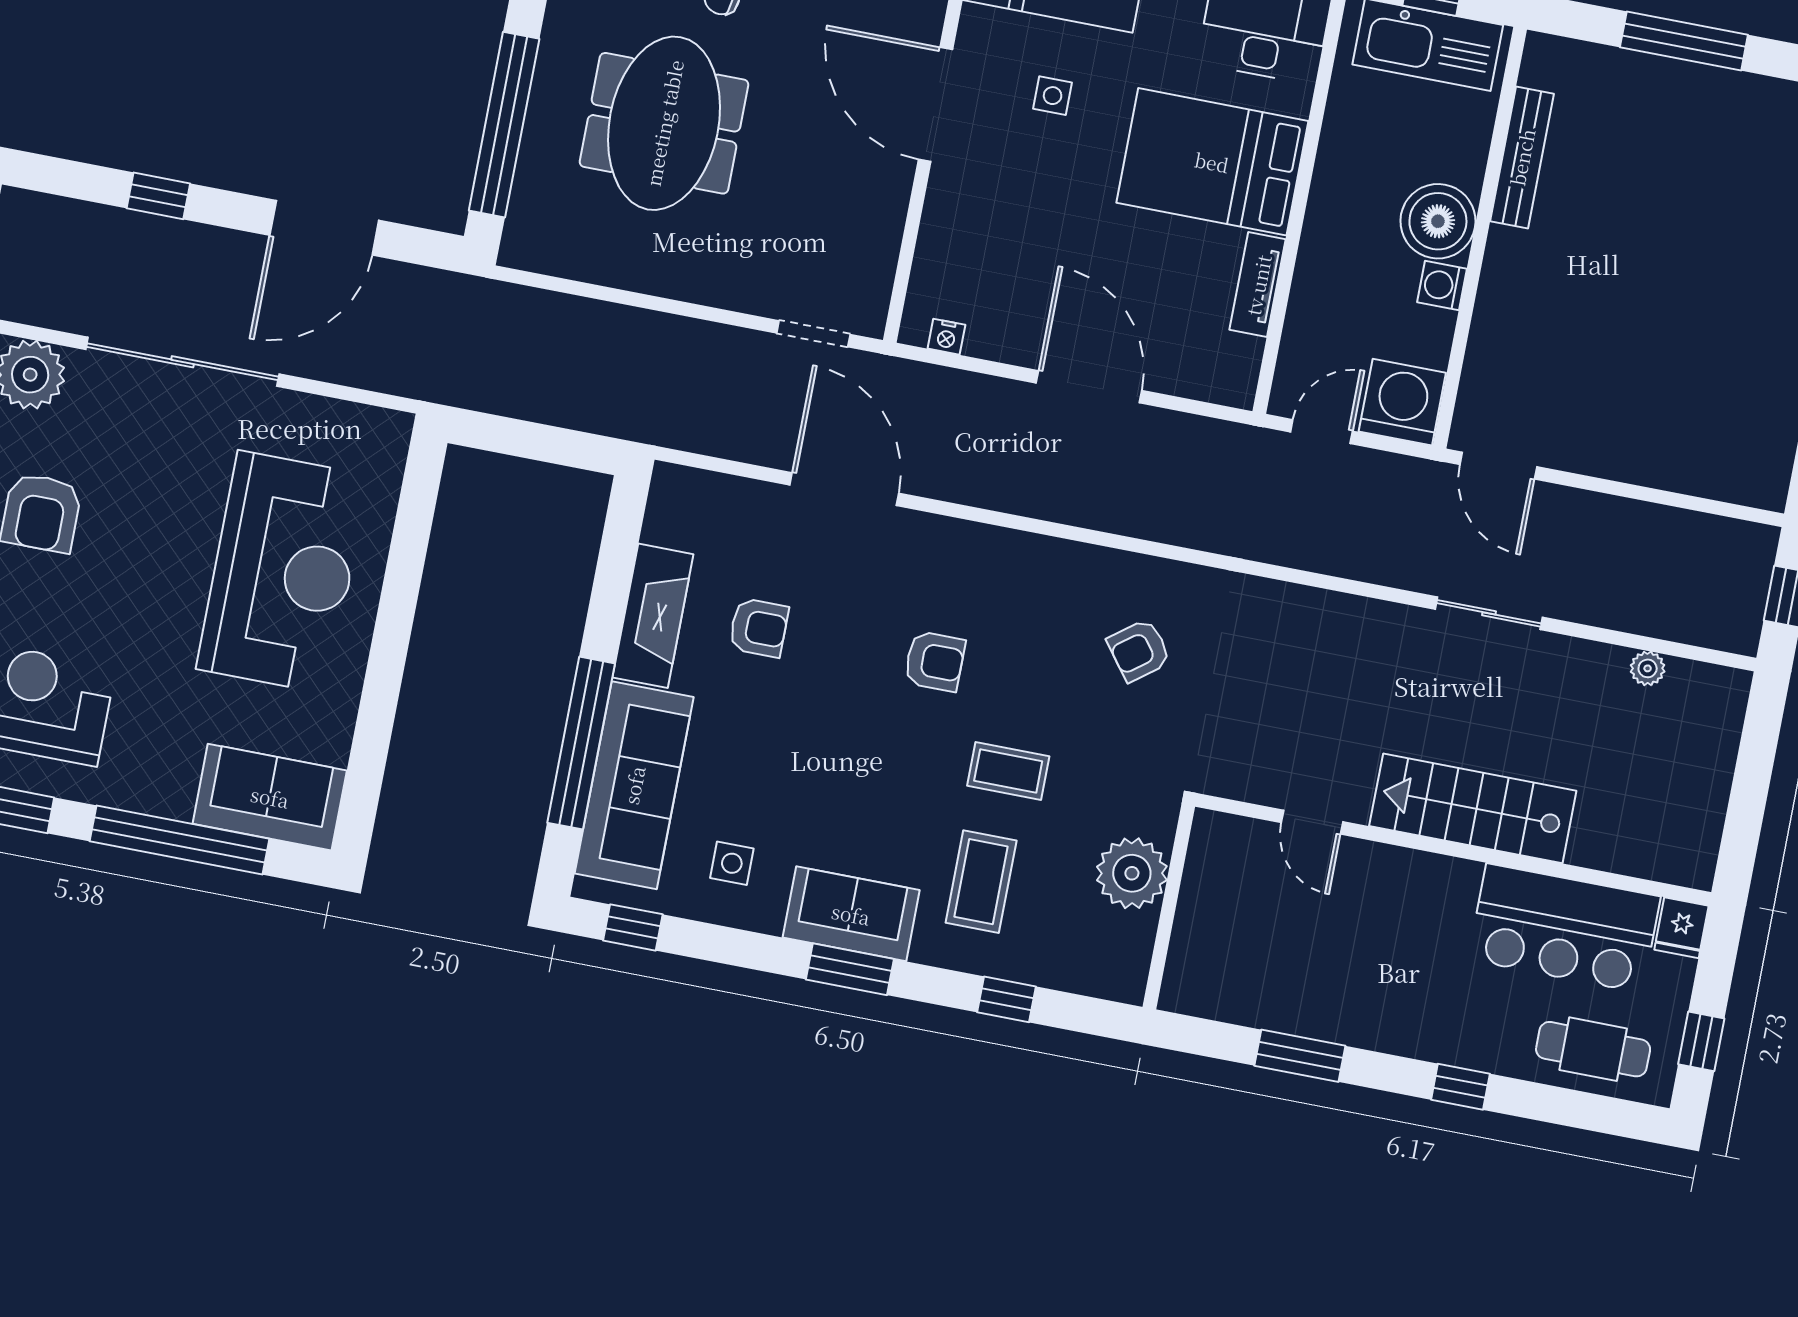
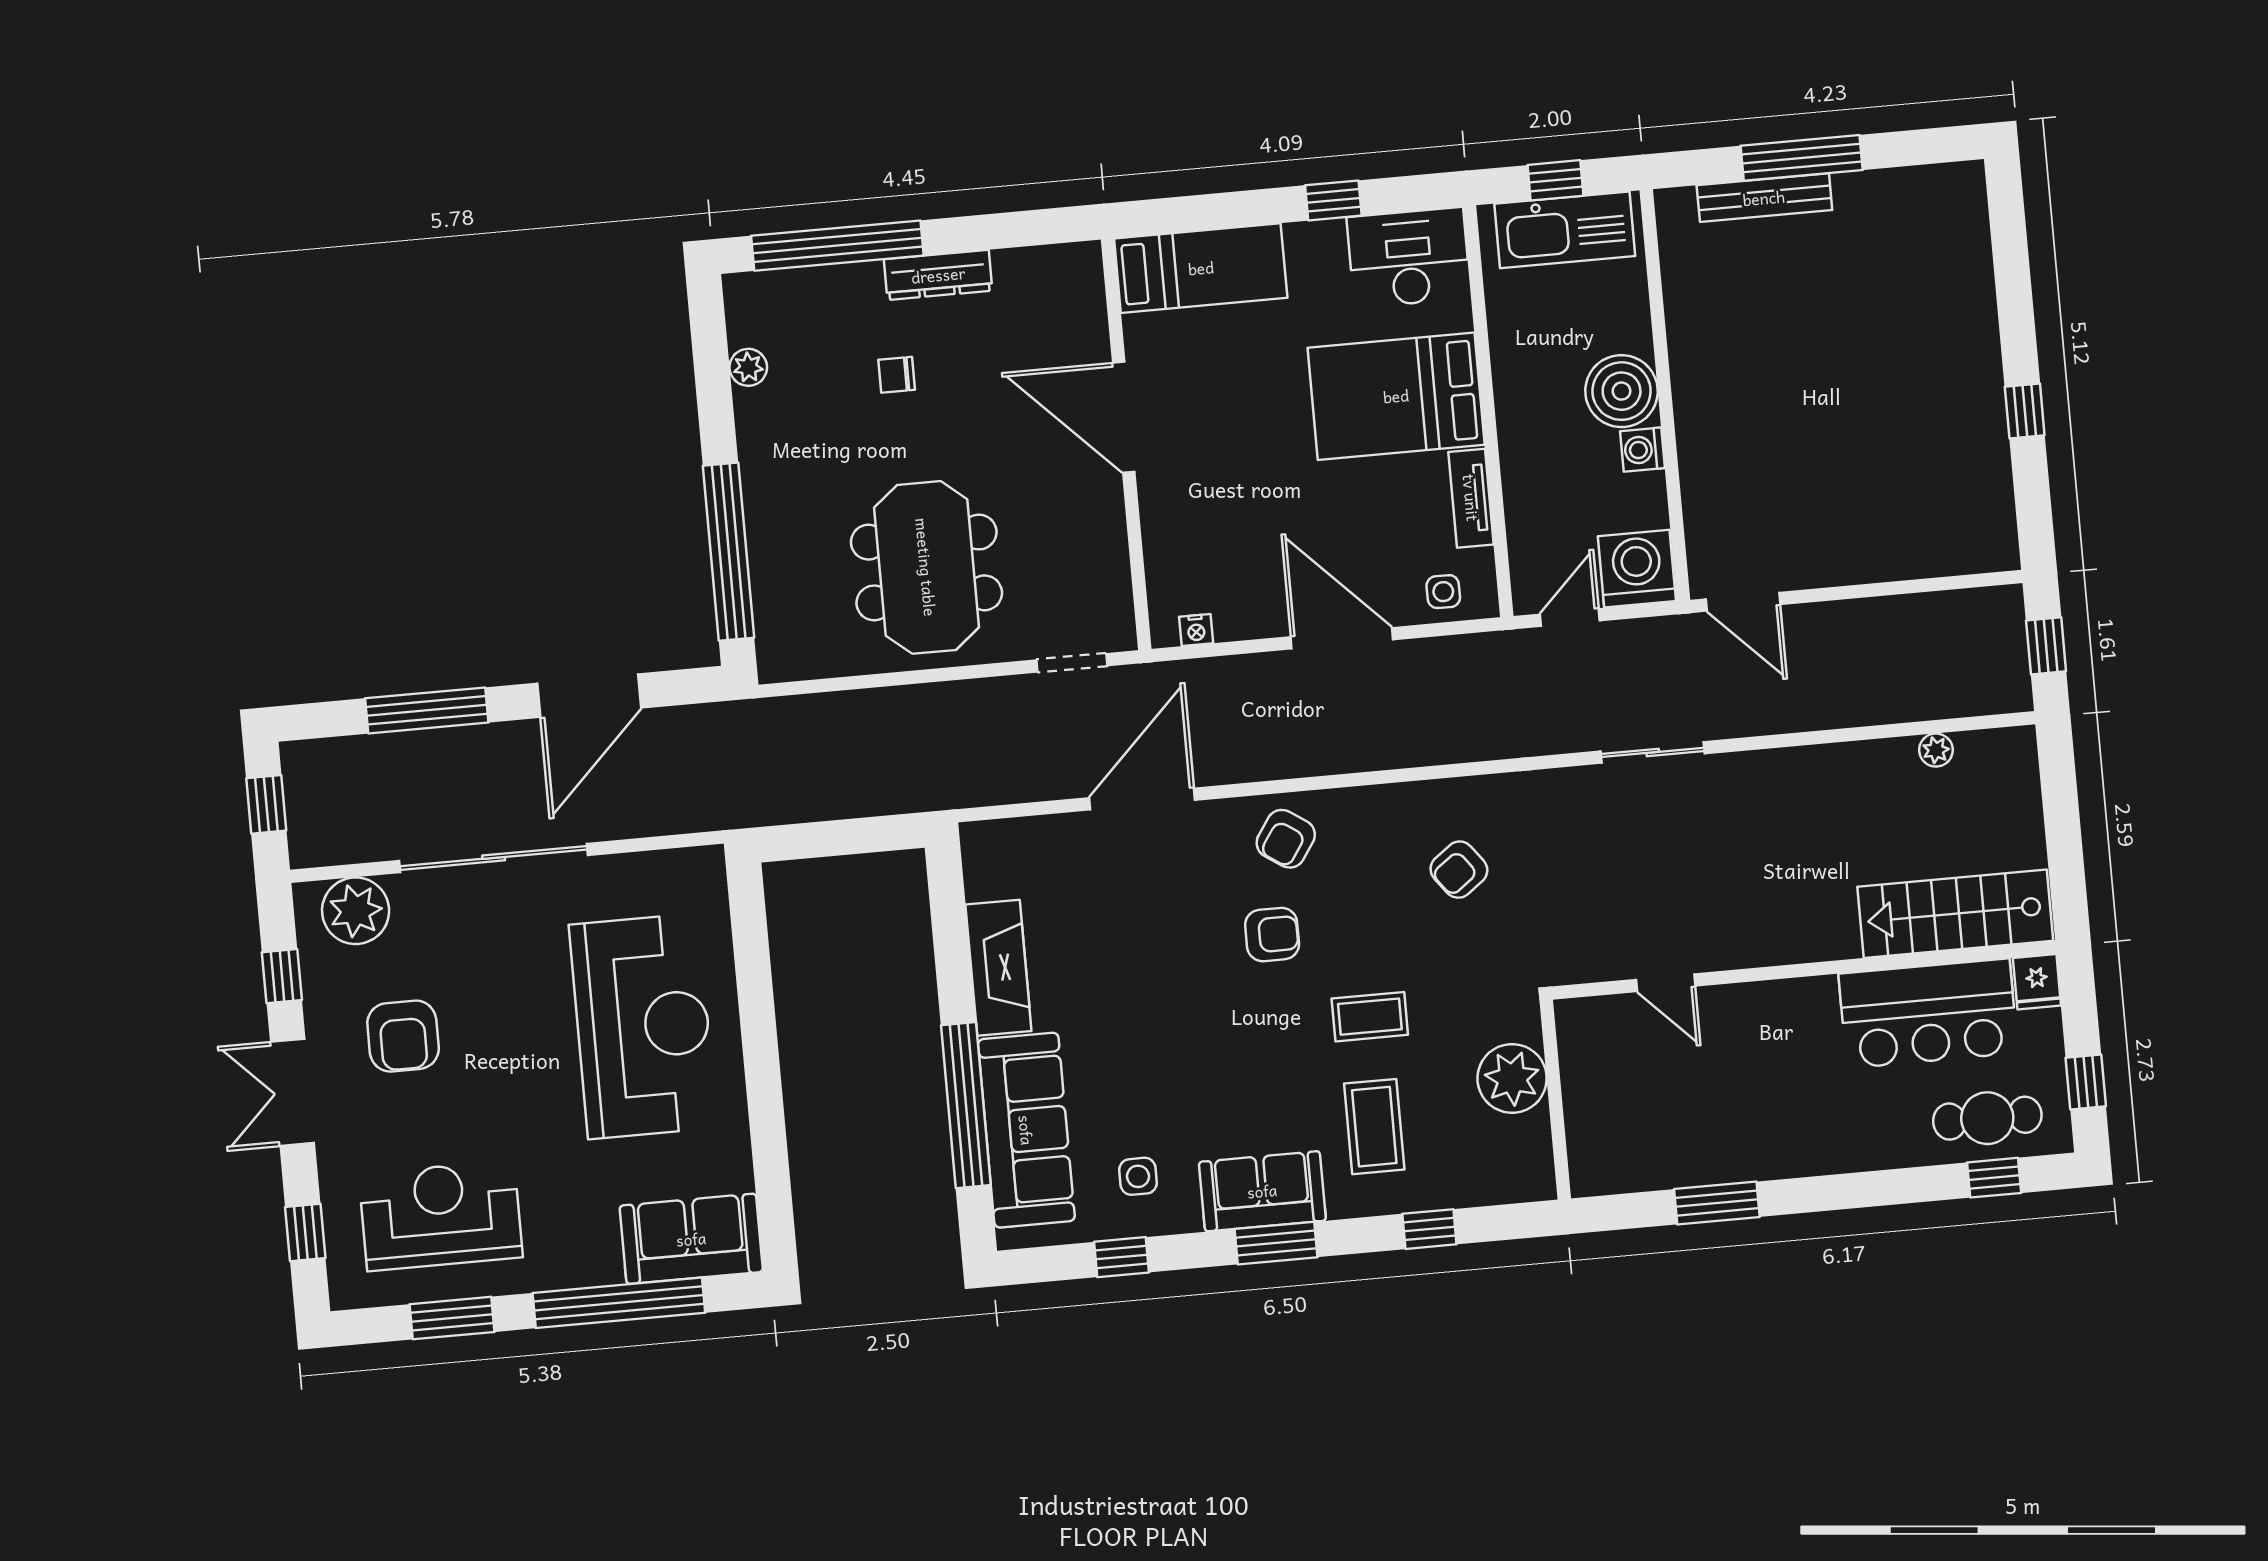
side table: (1053, 96) -> (1443, 592), moved
meeting table: (664, 123) -> (926, 567), moved
bench: (1522, 157) -> (1764, 198), moved, turned 90
window: (158, 196) -> (427, 710), width x2.17
door: (844, 489) -> (1142, 799), hinge flipped
sliding door: (1489, 613) -> (1653, 752), moved
armchair: (759, 628) -> (1286, 839), moved, turned 124
stairs: (1473, 808) -> (1955, 914), moved
window: (633, 927) -> (1121, 1257), moved
window: (1460, 1087) -> (1994, 1178), moved

